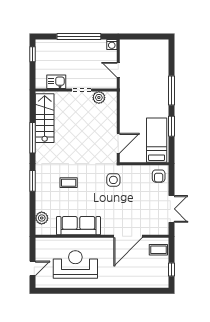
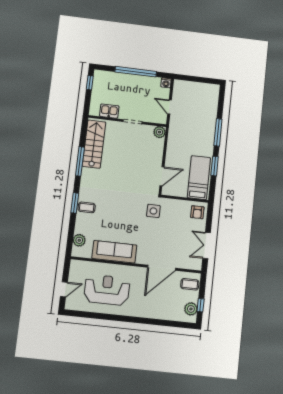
plant: (99, 98) -> (159, 132), moved
coffee table: (69, 183) -> (87, 207), moved
double door: (172, 209) -> (207, 246), swing flipped
plant: (162, 274) -> (191, 309), added

